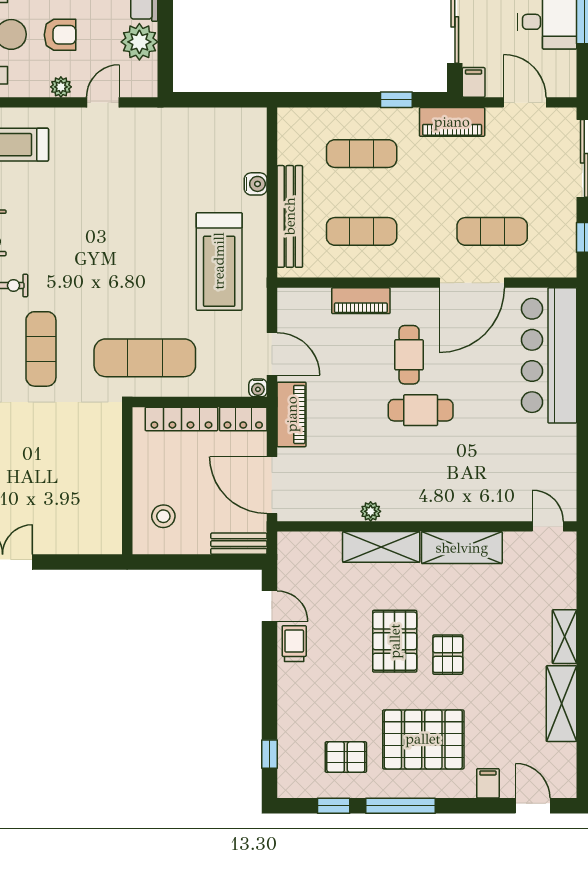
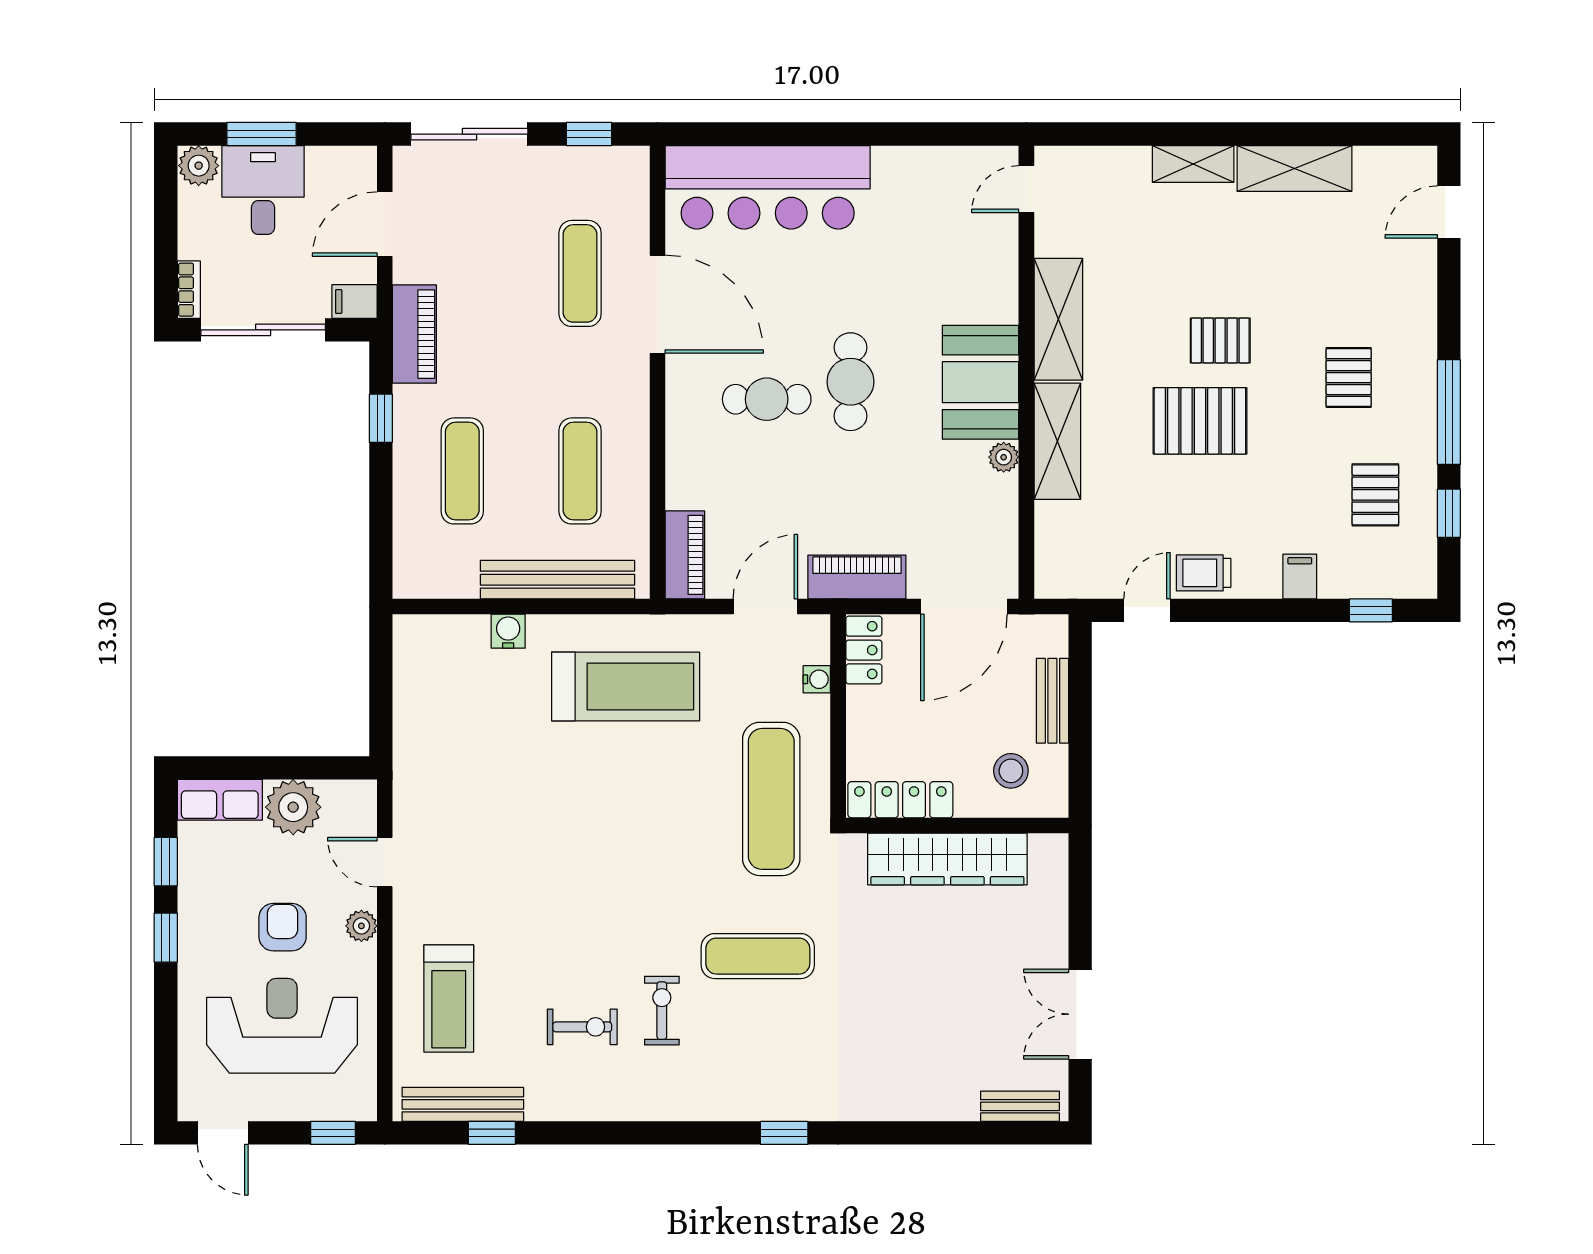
piano: (361, 301) -> (685, 555), moved
water cooler: (258, 388) -> (817, 679), moved
locker: (181, 419) -> (900, 800), moved, turned -90
wardrobe: (105, 474) -> (947, 859), added
booth: (420, 496) -> (980, 382), added
bench: (239, 544) -> (1052, 701), moved
pallet: (423, 739) -> (1349, 378), width x0.49, depth x0.50
filing cabinet: (488, 783) -> (1300, 576), moved, turned 90

